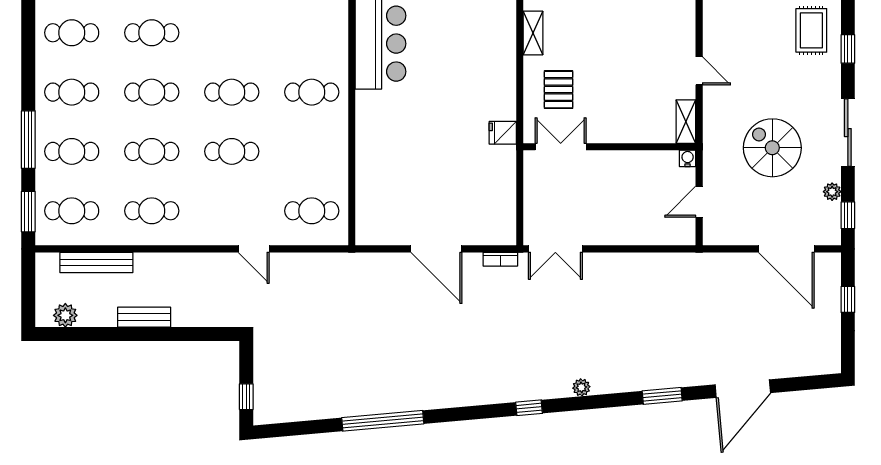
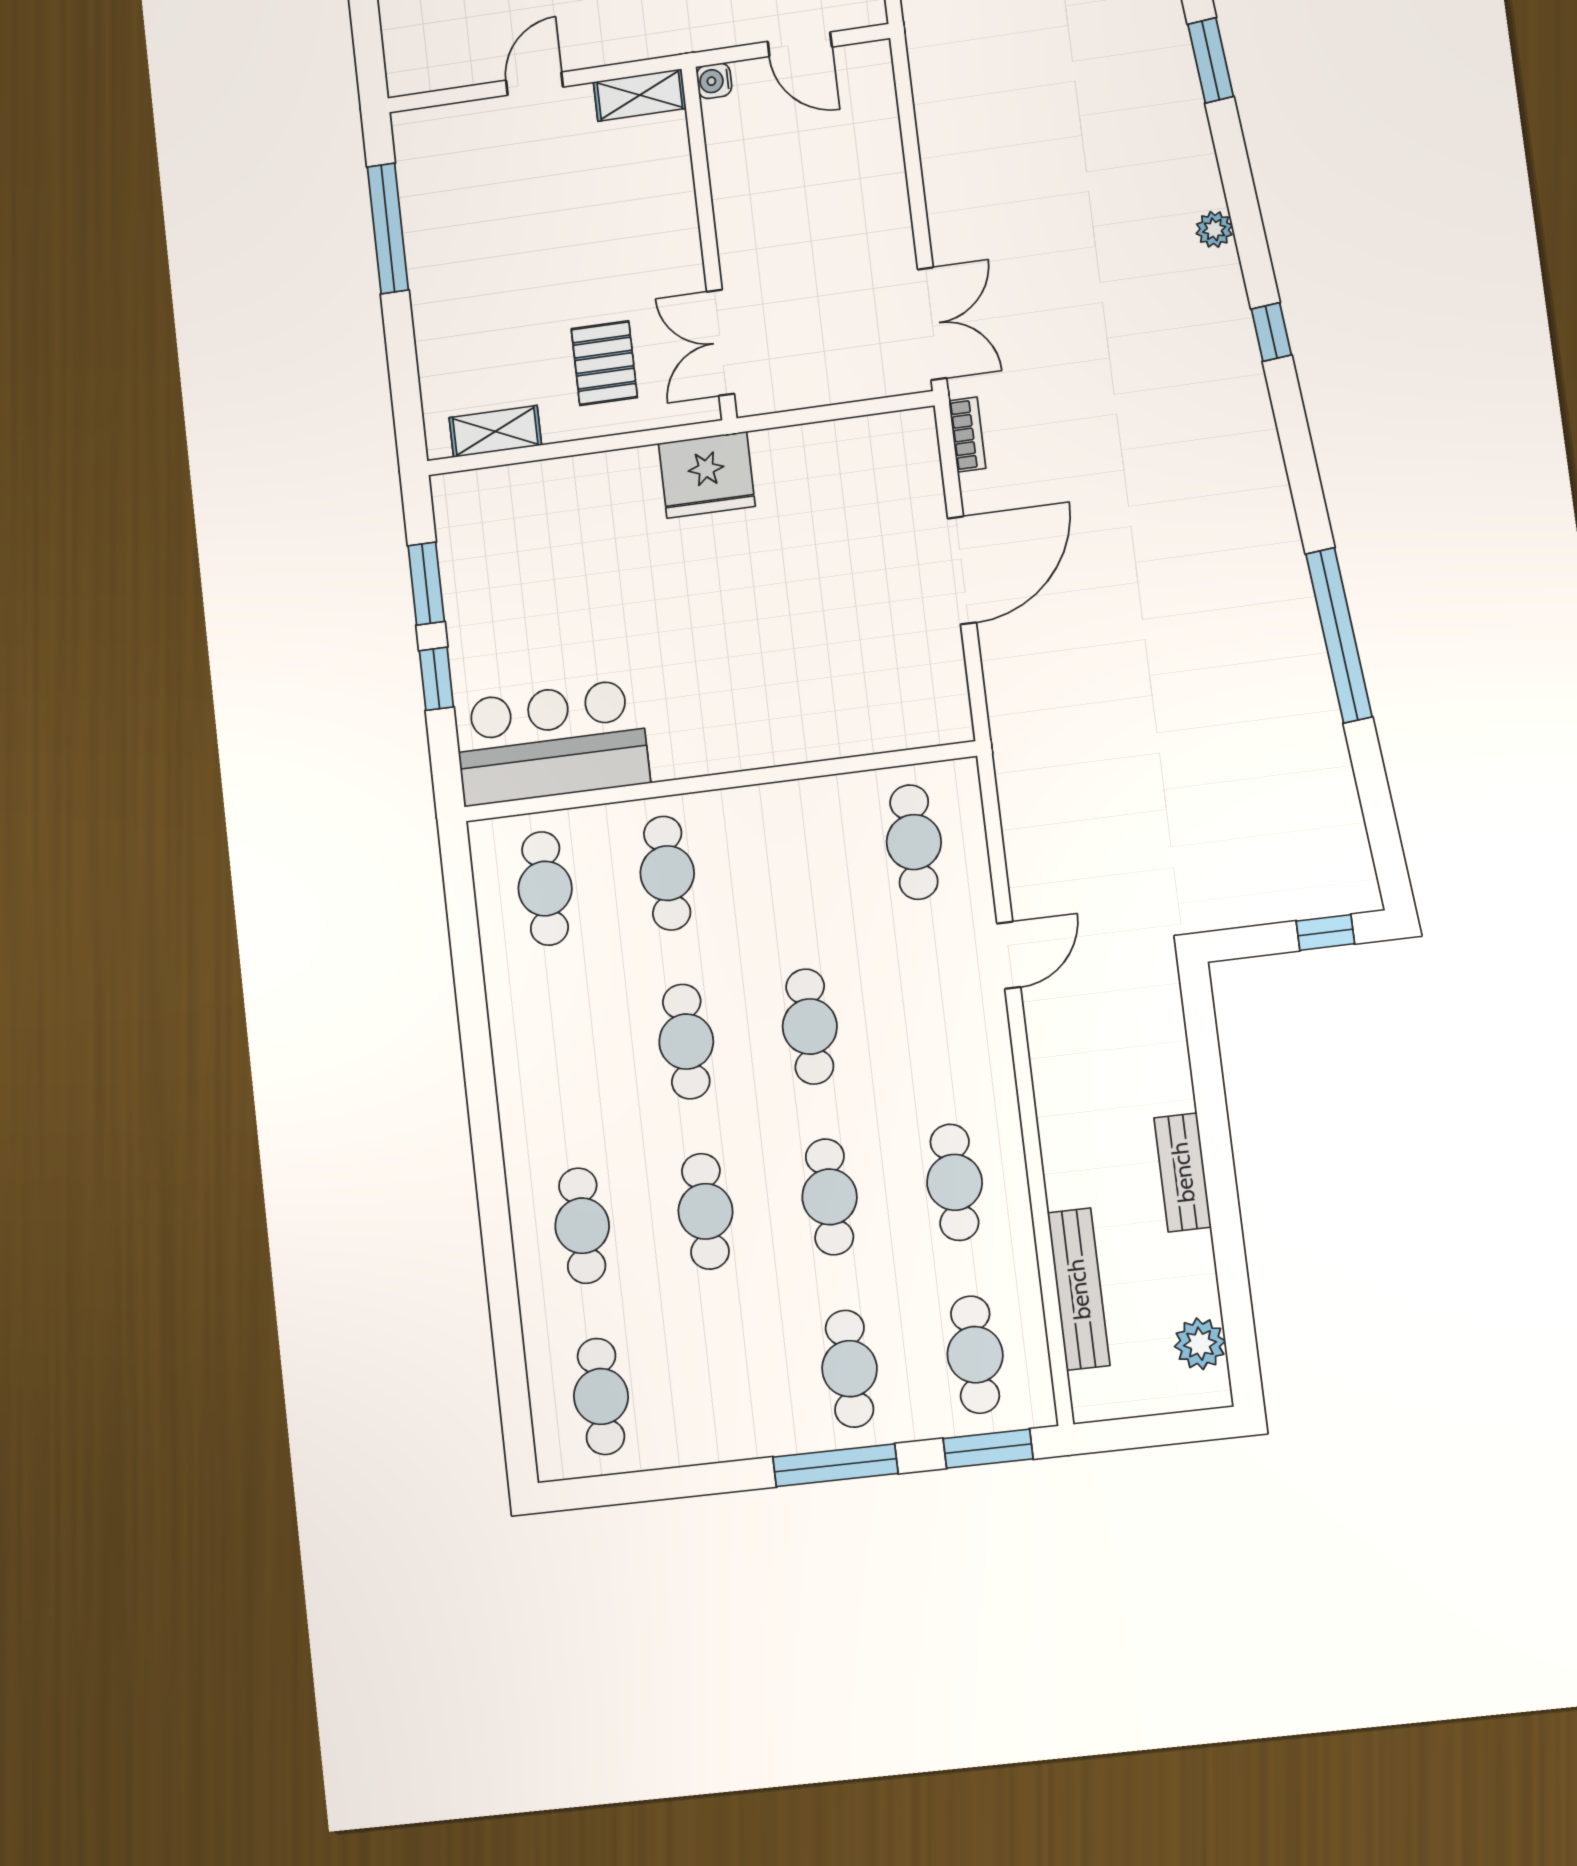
pallet: (559, 90) -> (604, 363), turned 90
cafe table: (72, 92) -> (545, 889), moved
fridge: (503, 133) -> (707, 475), width x1.88, depth x1.34

